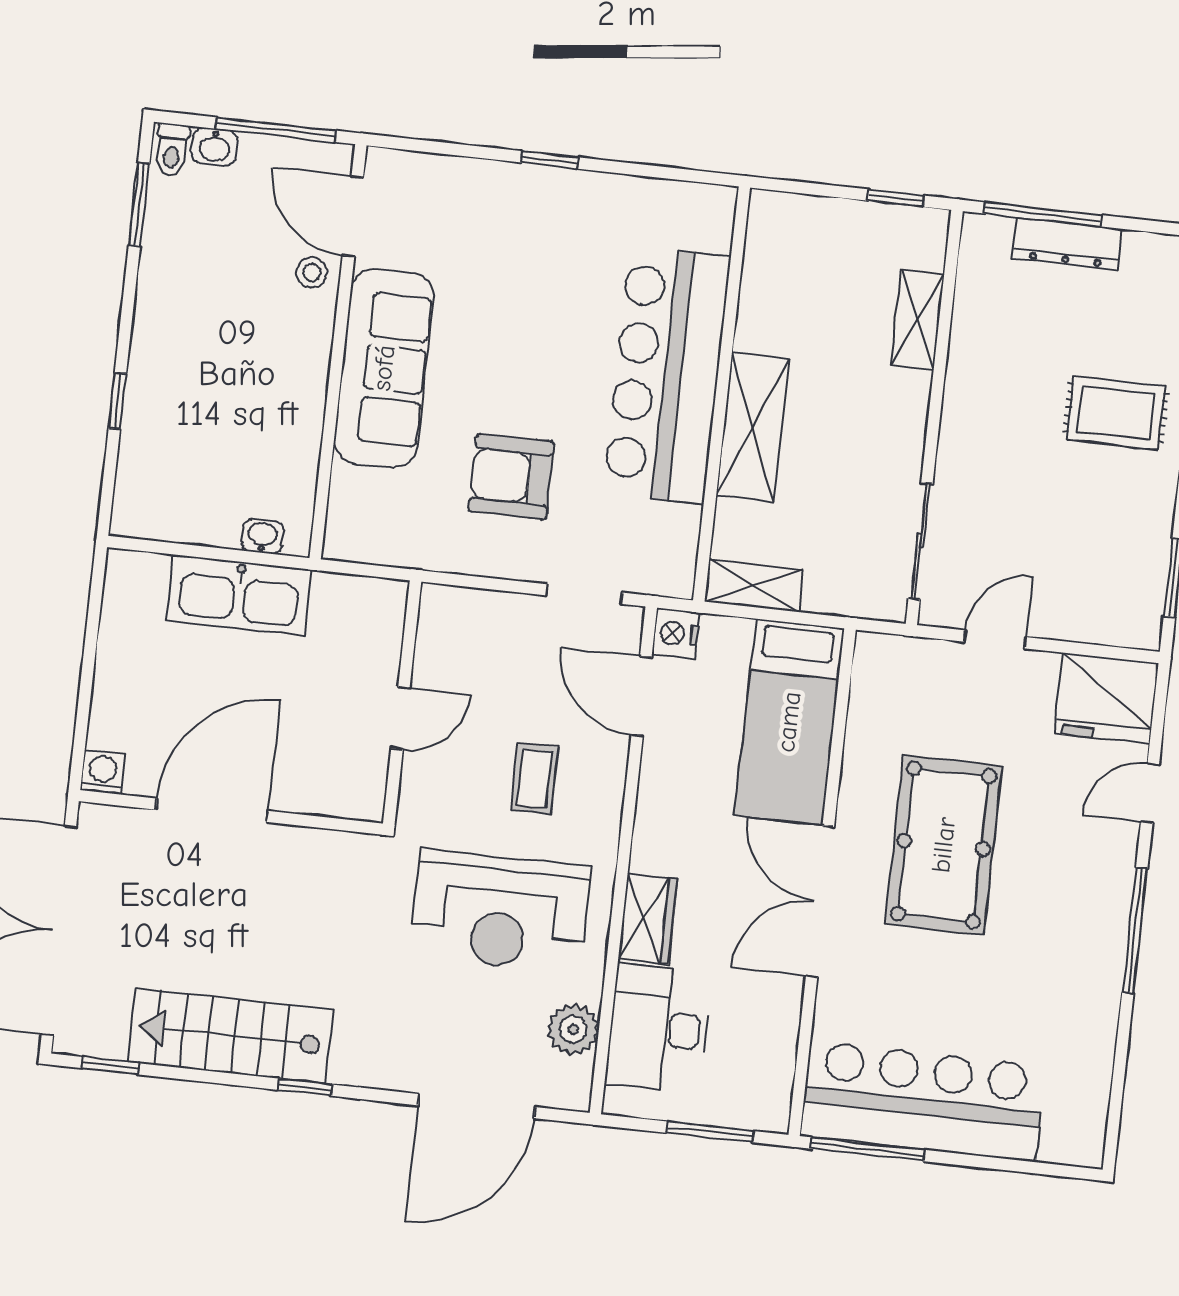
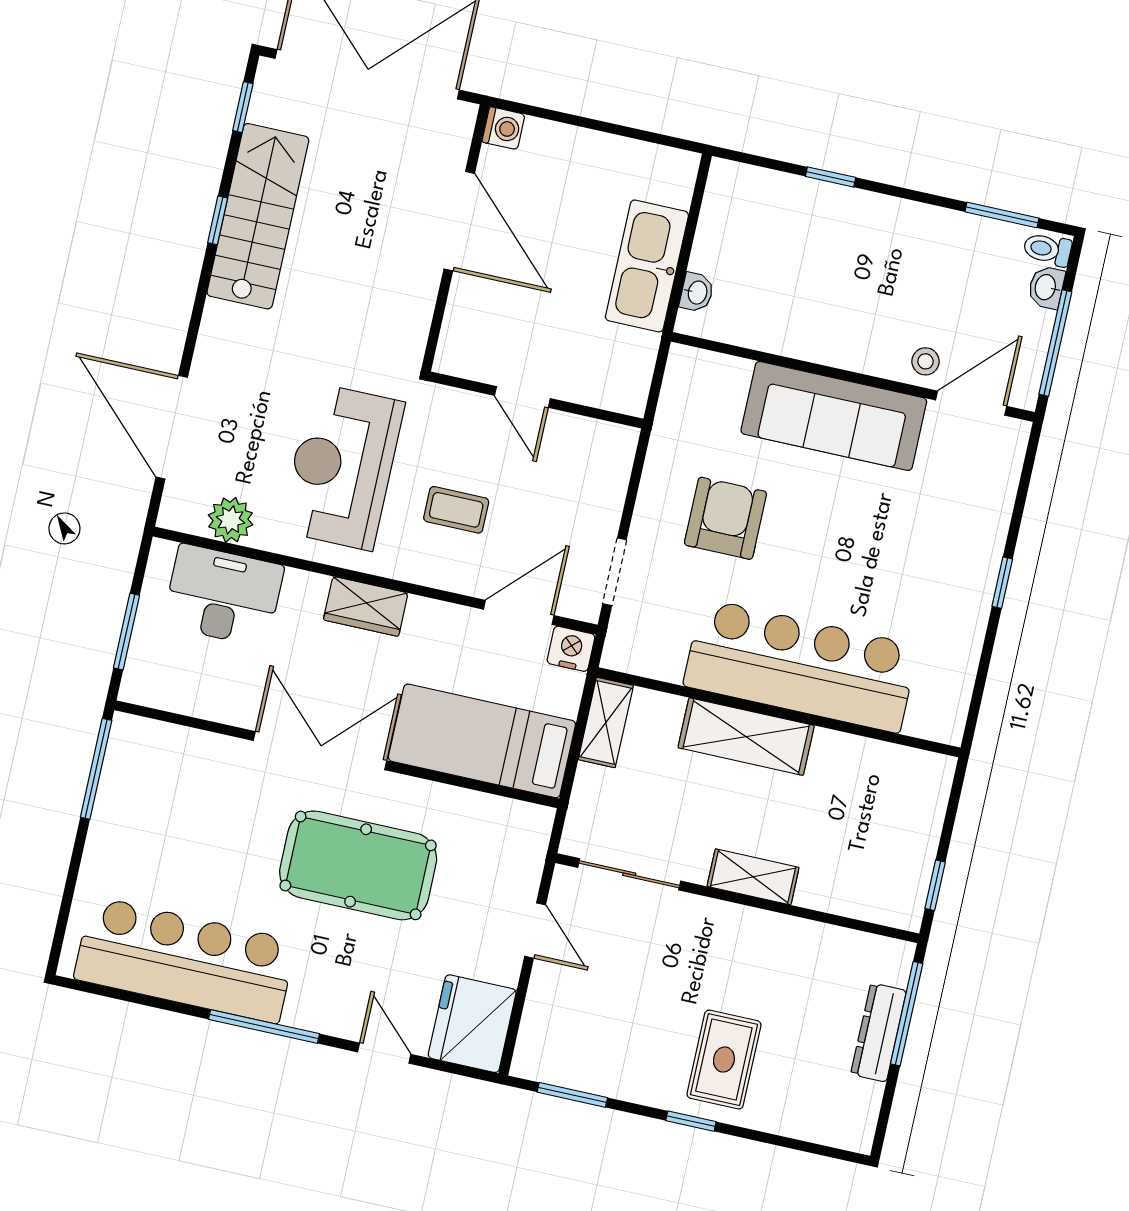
shelving: (918, 320) -> (753, 877), moved
wardrobe: (648, 919) -> (366, 606), moved
window: (305, 1087) -> (218, 220), moved
bar counter: (923, 1101) -> (185, 960), moved, turned -90

